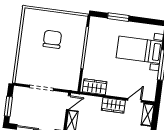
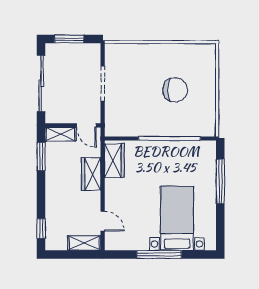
window: (118, 17) -> (220, 181), width x1.44
wardrobe: (113, 105) -> (91, 174), moved

